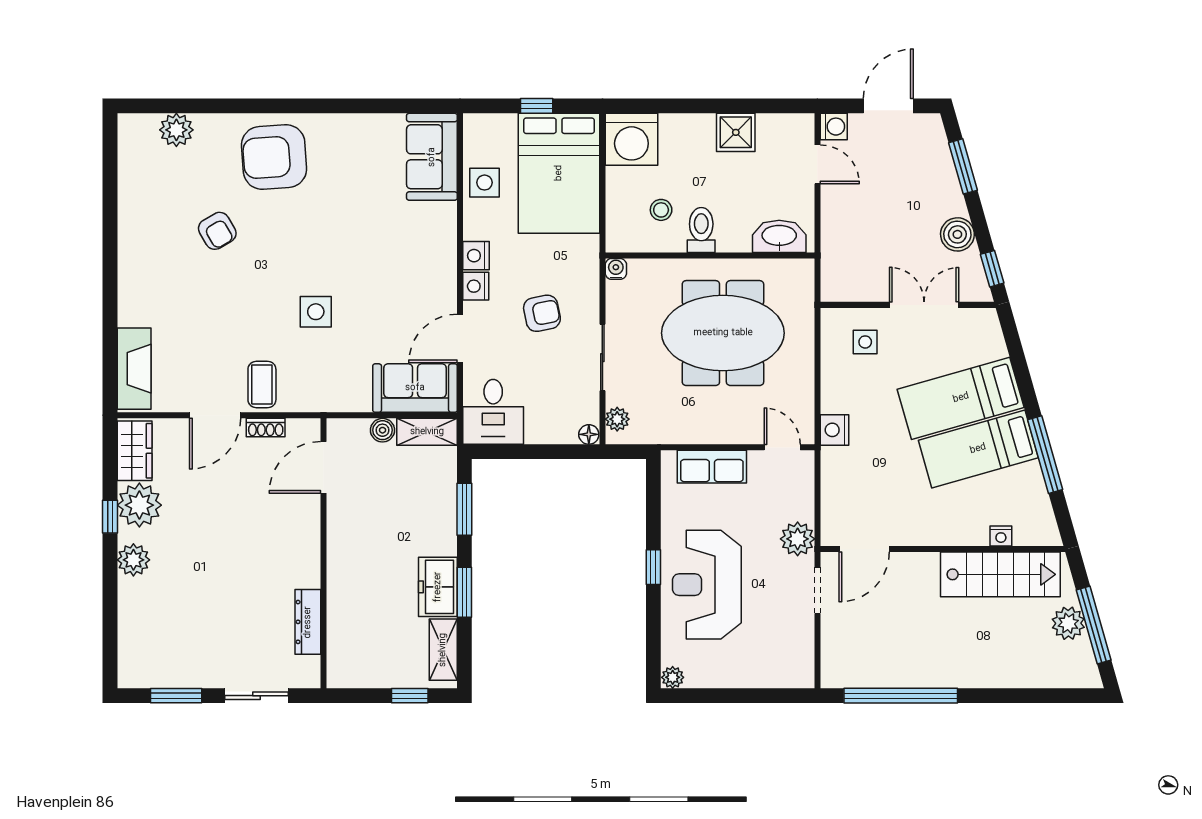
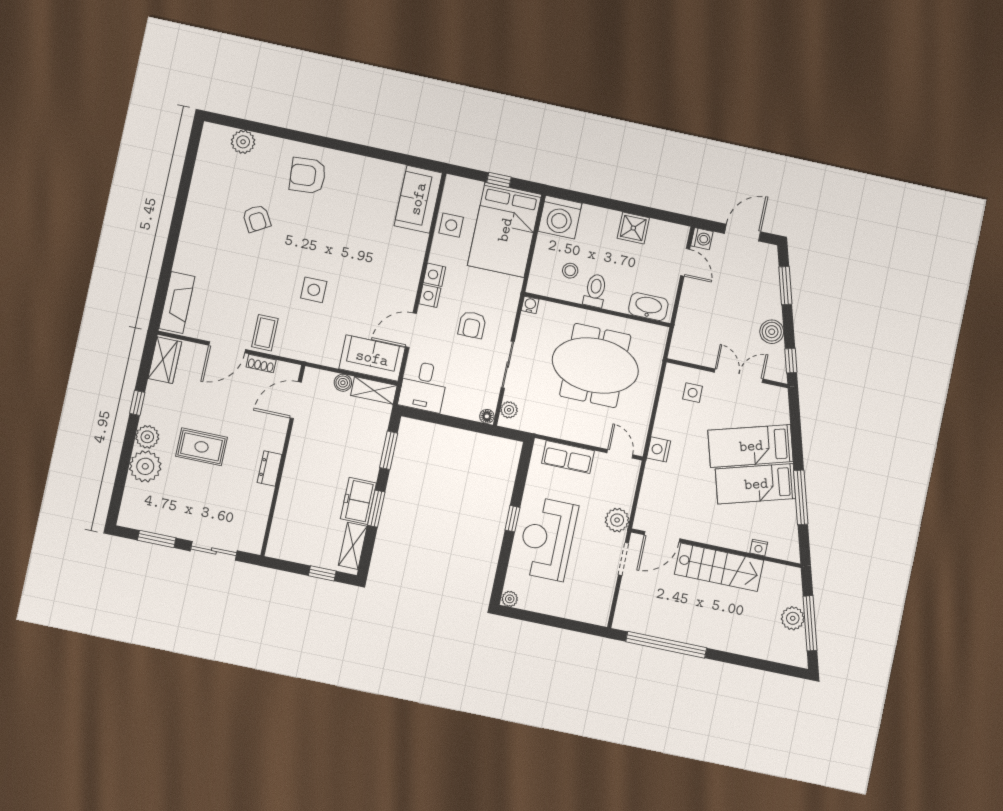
armchair: (274, 157) -> (308, 176), width x0.73, depth x0.73
armchair: (542, 313) -> (472, 325), turned 101
plant: (139, 505) -> (145, 466), moved
rug: (210, 558) -> (202, 447), added
stairs: (1000, 574) -> (719, 567), moved
dresser: (308, 622) -> (270, 468), moved, width x0.70

